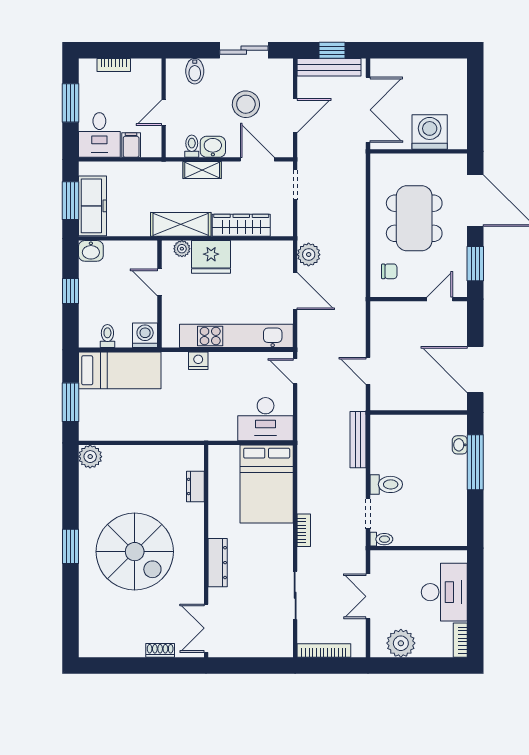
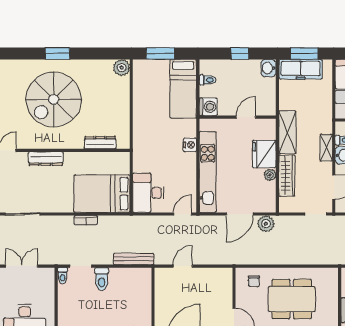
plant: (182, 249) -> (270, 175), moved
dresser: (195, 486) -> (100, 143), width x1.44
bookcase: (304, 530) -> (86, 220), moved

